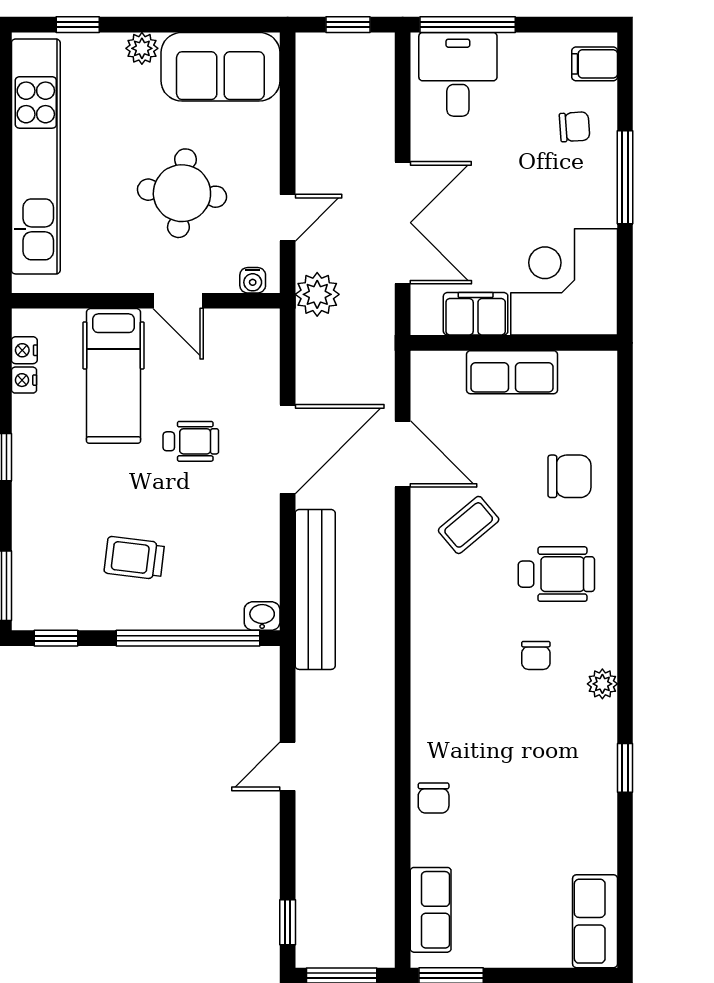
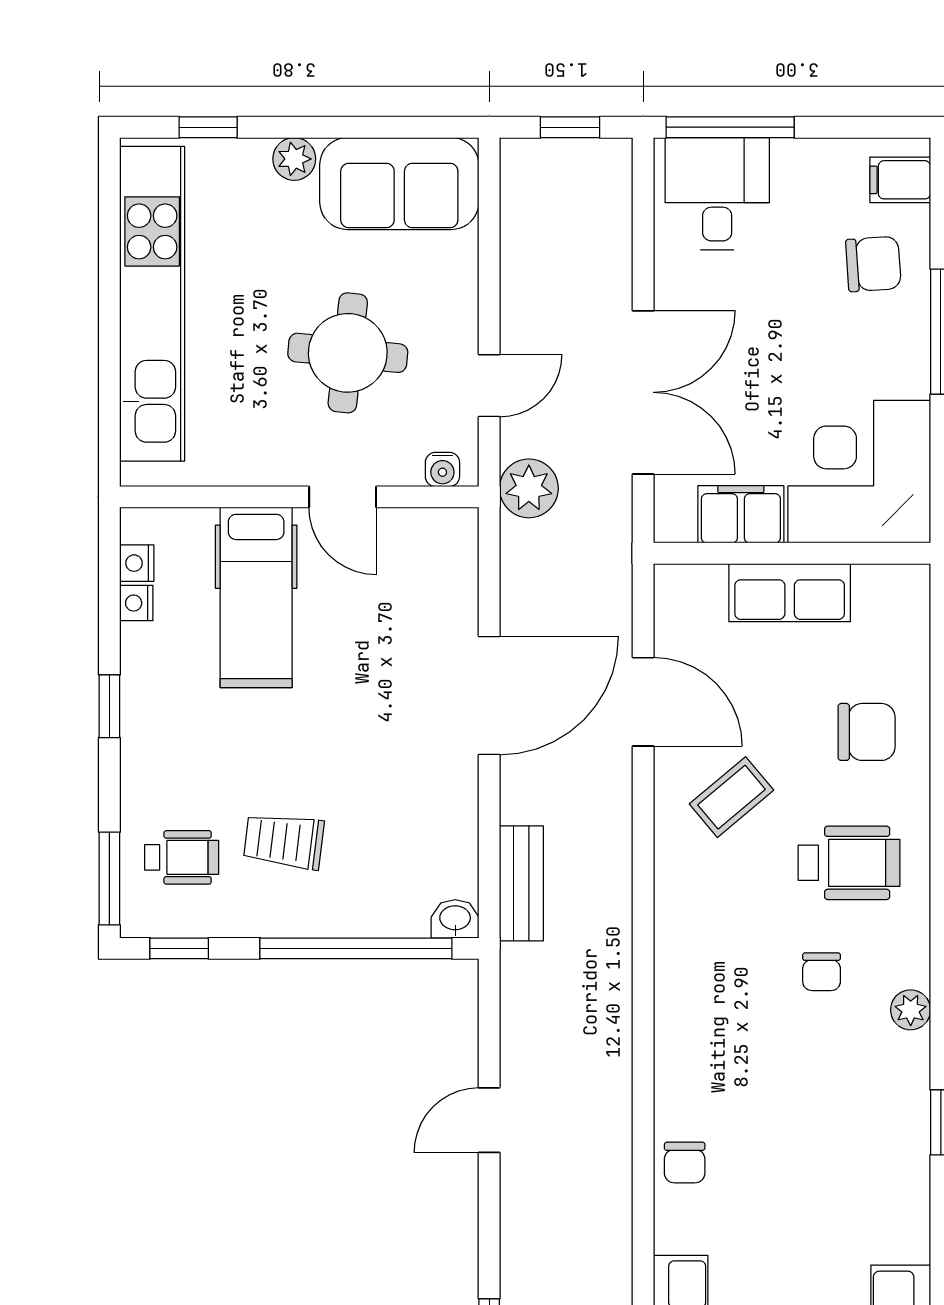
chair: (575, 127) -> (873, 264), width x1.37, depth x1.37
wheelchair: (191, 441) -> (182, 857), moved
bench: (315, 589) -> (521, 883), width x0.54, depth x0.82

